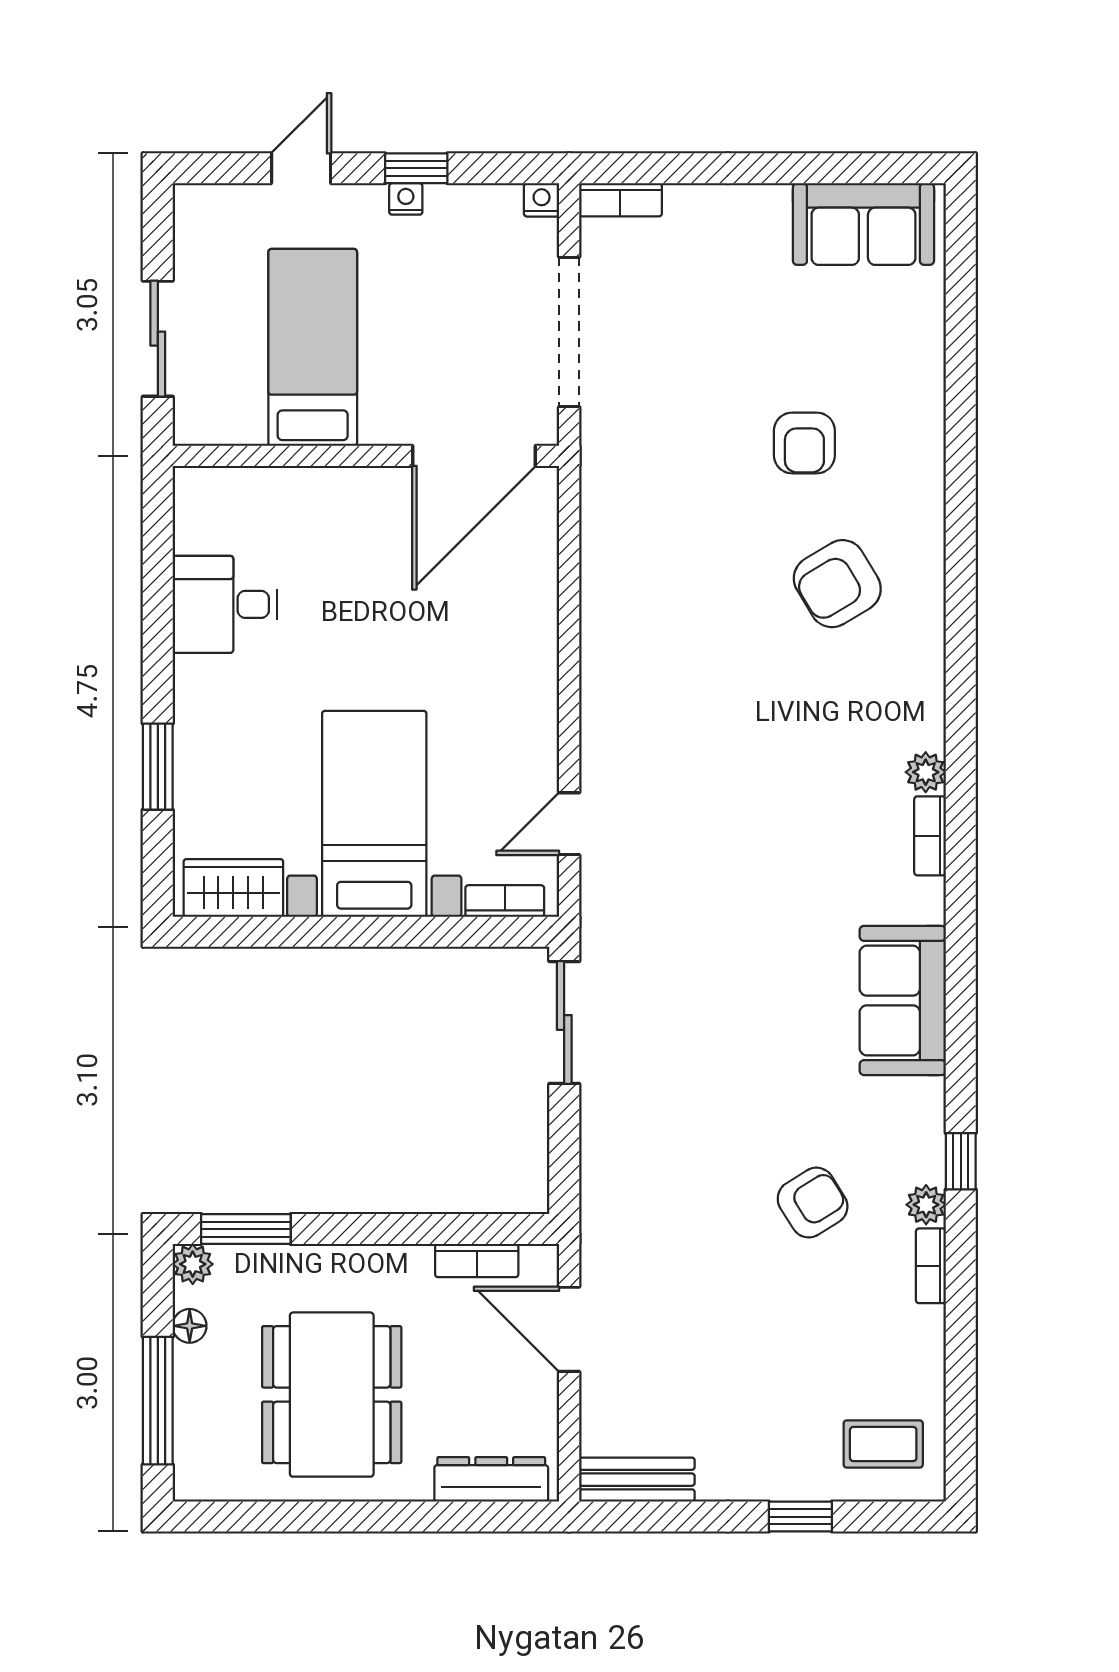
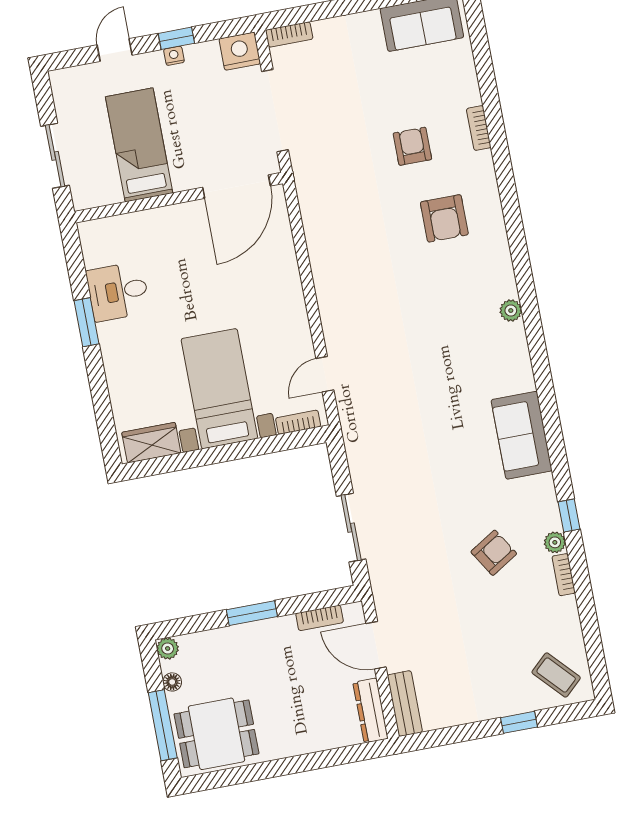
nightstand: (542, 200) -> (240, 51), width x1.89, depth x1.79
armchair: (804, 443) -> (412, 146), turned 180
armchair: (837, 584) -> (444, 218), turned -59
window: (158, 767) -> (87, 322), moved
bookcase: (930, 836) -> (479, 128), moved
sliding door: (564, 1022) -> (351, 528), moved
window: (246, 1229) -> (252, 613), moved
dining table: (332, 1395) -> (217, 734), moved, width x0.73
coffee table: (883, 1444) -> (556, 675), turned 47
dresser: (491, 1479) -> (371, 711), moved, turned -90
bench: (637, 1480) -> (405, 704), moved, turned 90

